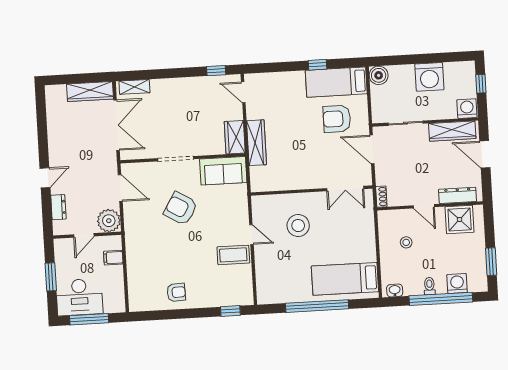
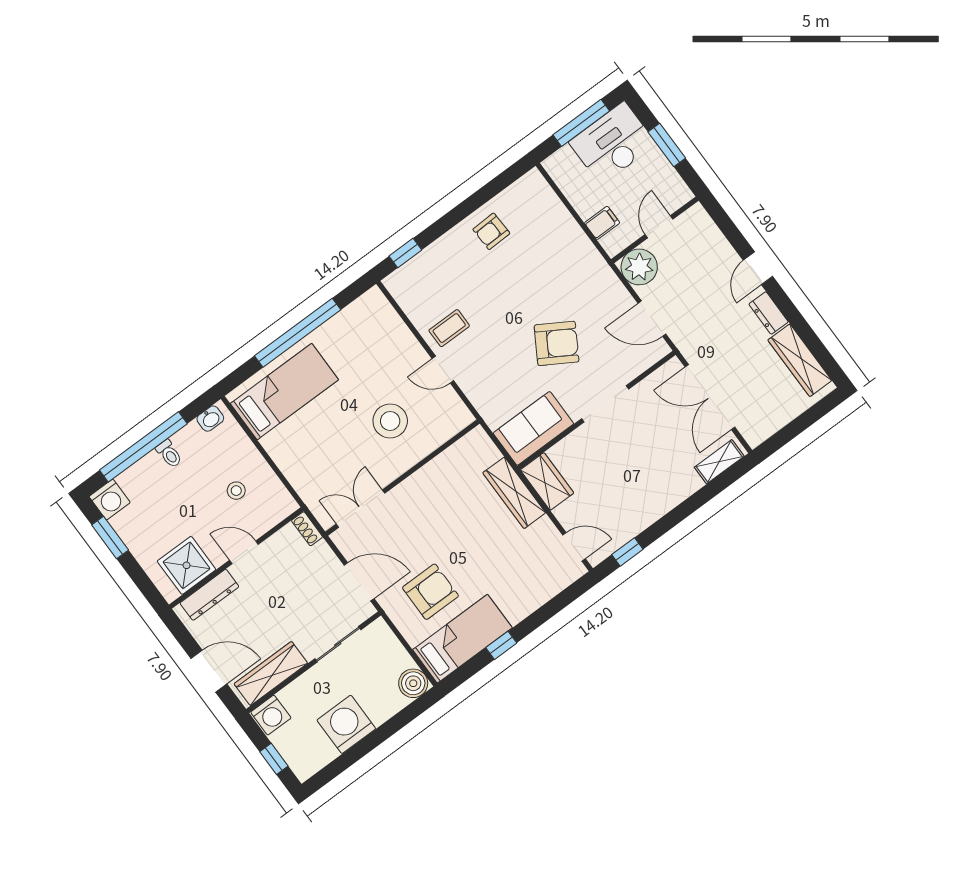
wardrobe: (90, 92) -> (800, 360), moved, turned -90
dresser: (58, 207) -> (769, 313), moved
coffee table: (233, 255) -> (449, 328), width x0.73, depth x0.77
washing machine: (457, 284) -> (110, 500), moved

